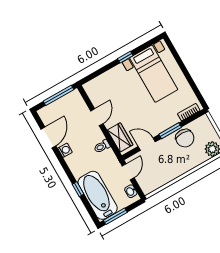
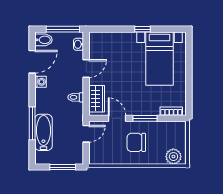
bidet: (47, 114) -> (44, 40), added
chair: (185, 138) -> (136, 142), moved, turned 90
window: (78, 189) -> (32, 123), width x2.17
washbasin: (131, 191) -> (79, 44), moved
bathtub: (98, 195) -> (43, 132), width x0.73, depth x0.73
window: (115, 216) -> (63, 167), moved

